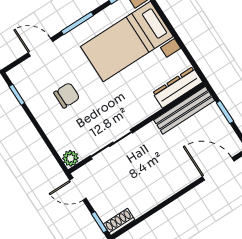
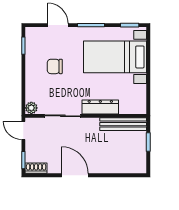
dresser: (178, 87) -> (100, 107), moved
chair: (67, 95) -> (55, 66), turned 180
door: (218, 169) -> (75, 175), moved

